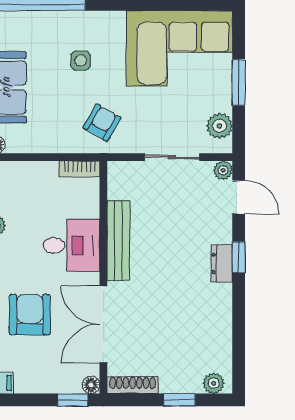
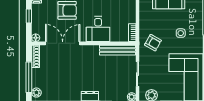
bench: (118, 241) -> (117, 50), moved
window: (73, 400) -> (29, 16), moved
window: (179, 400) -> (29, 77), width x2.17

